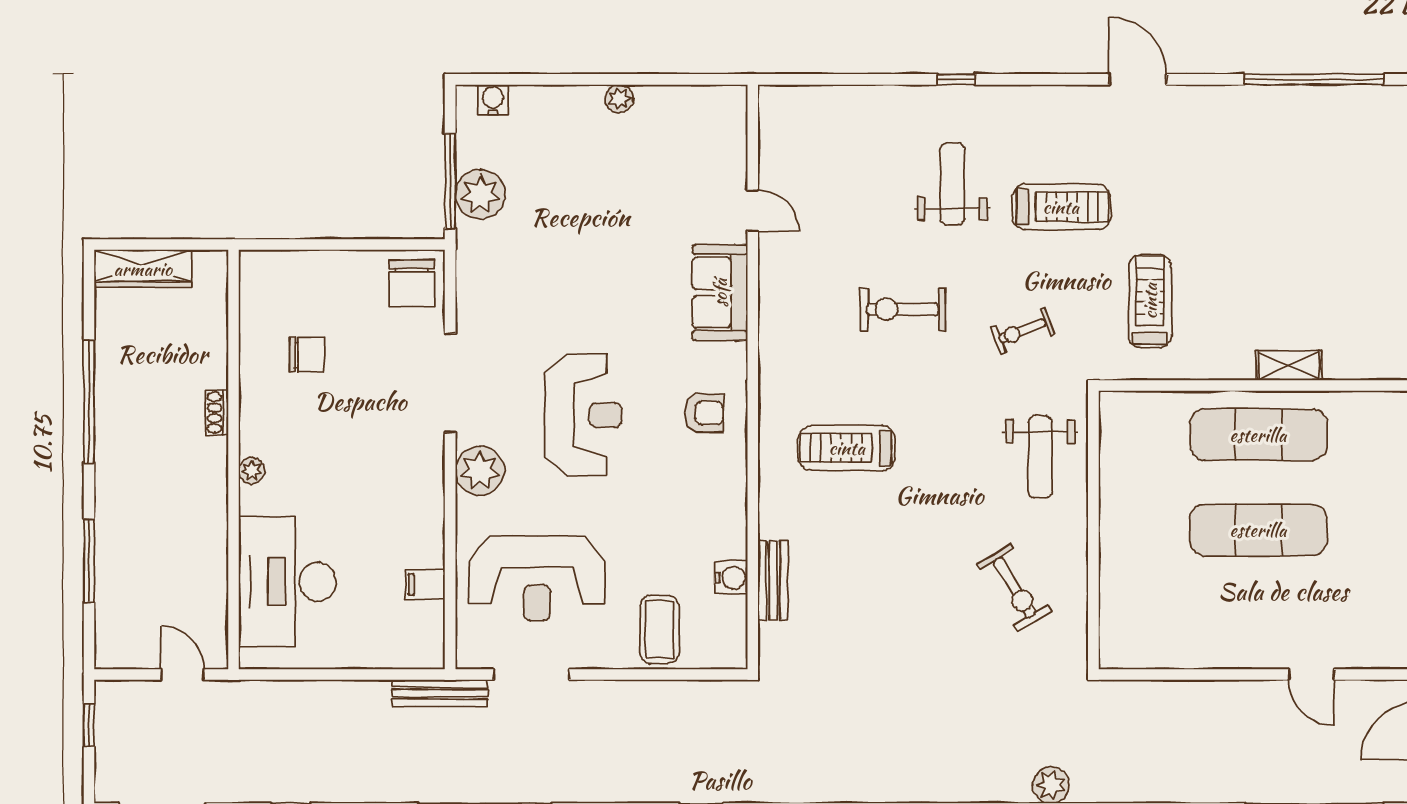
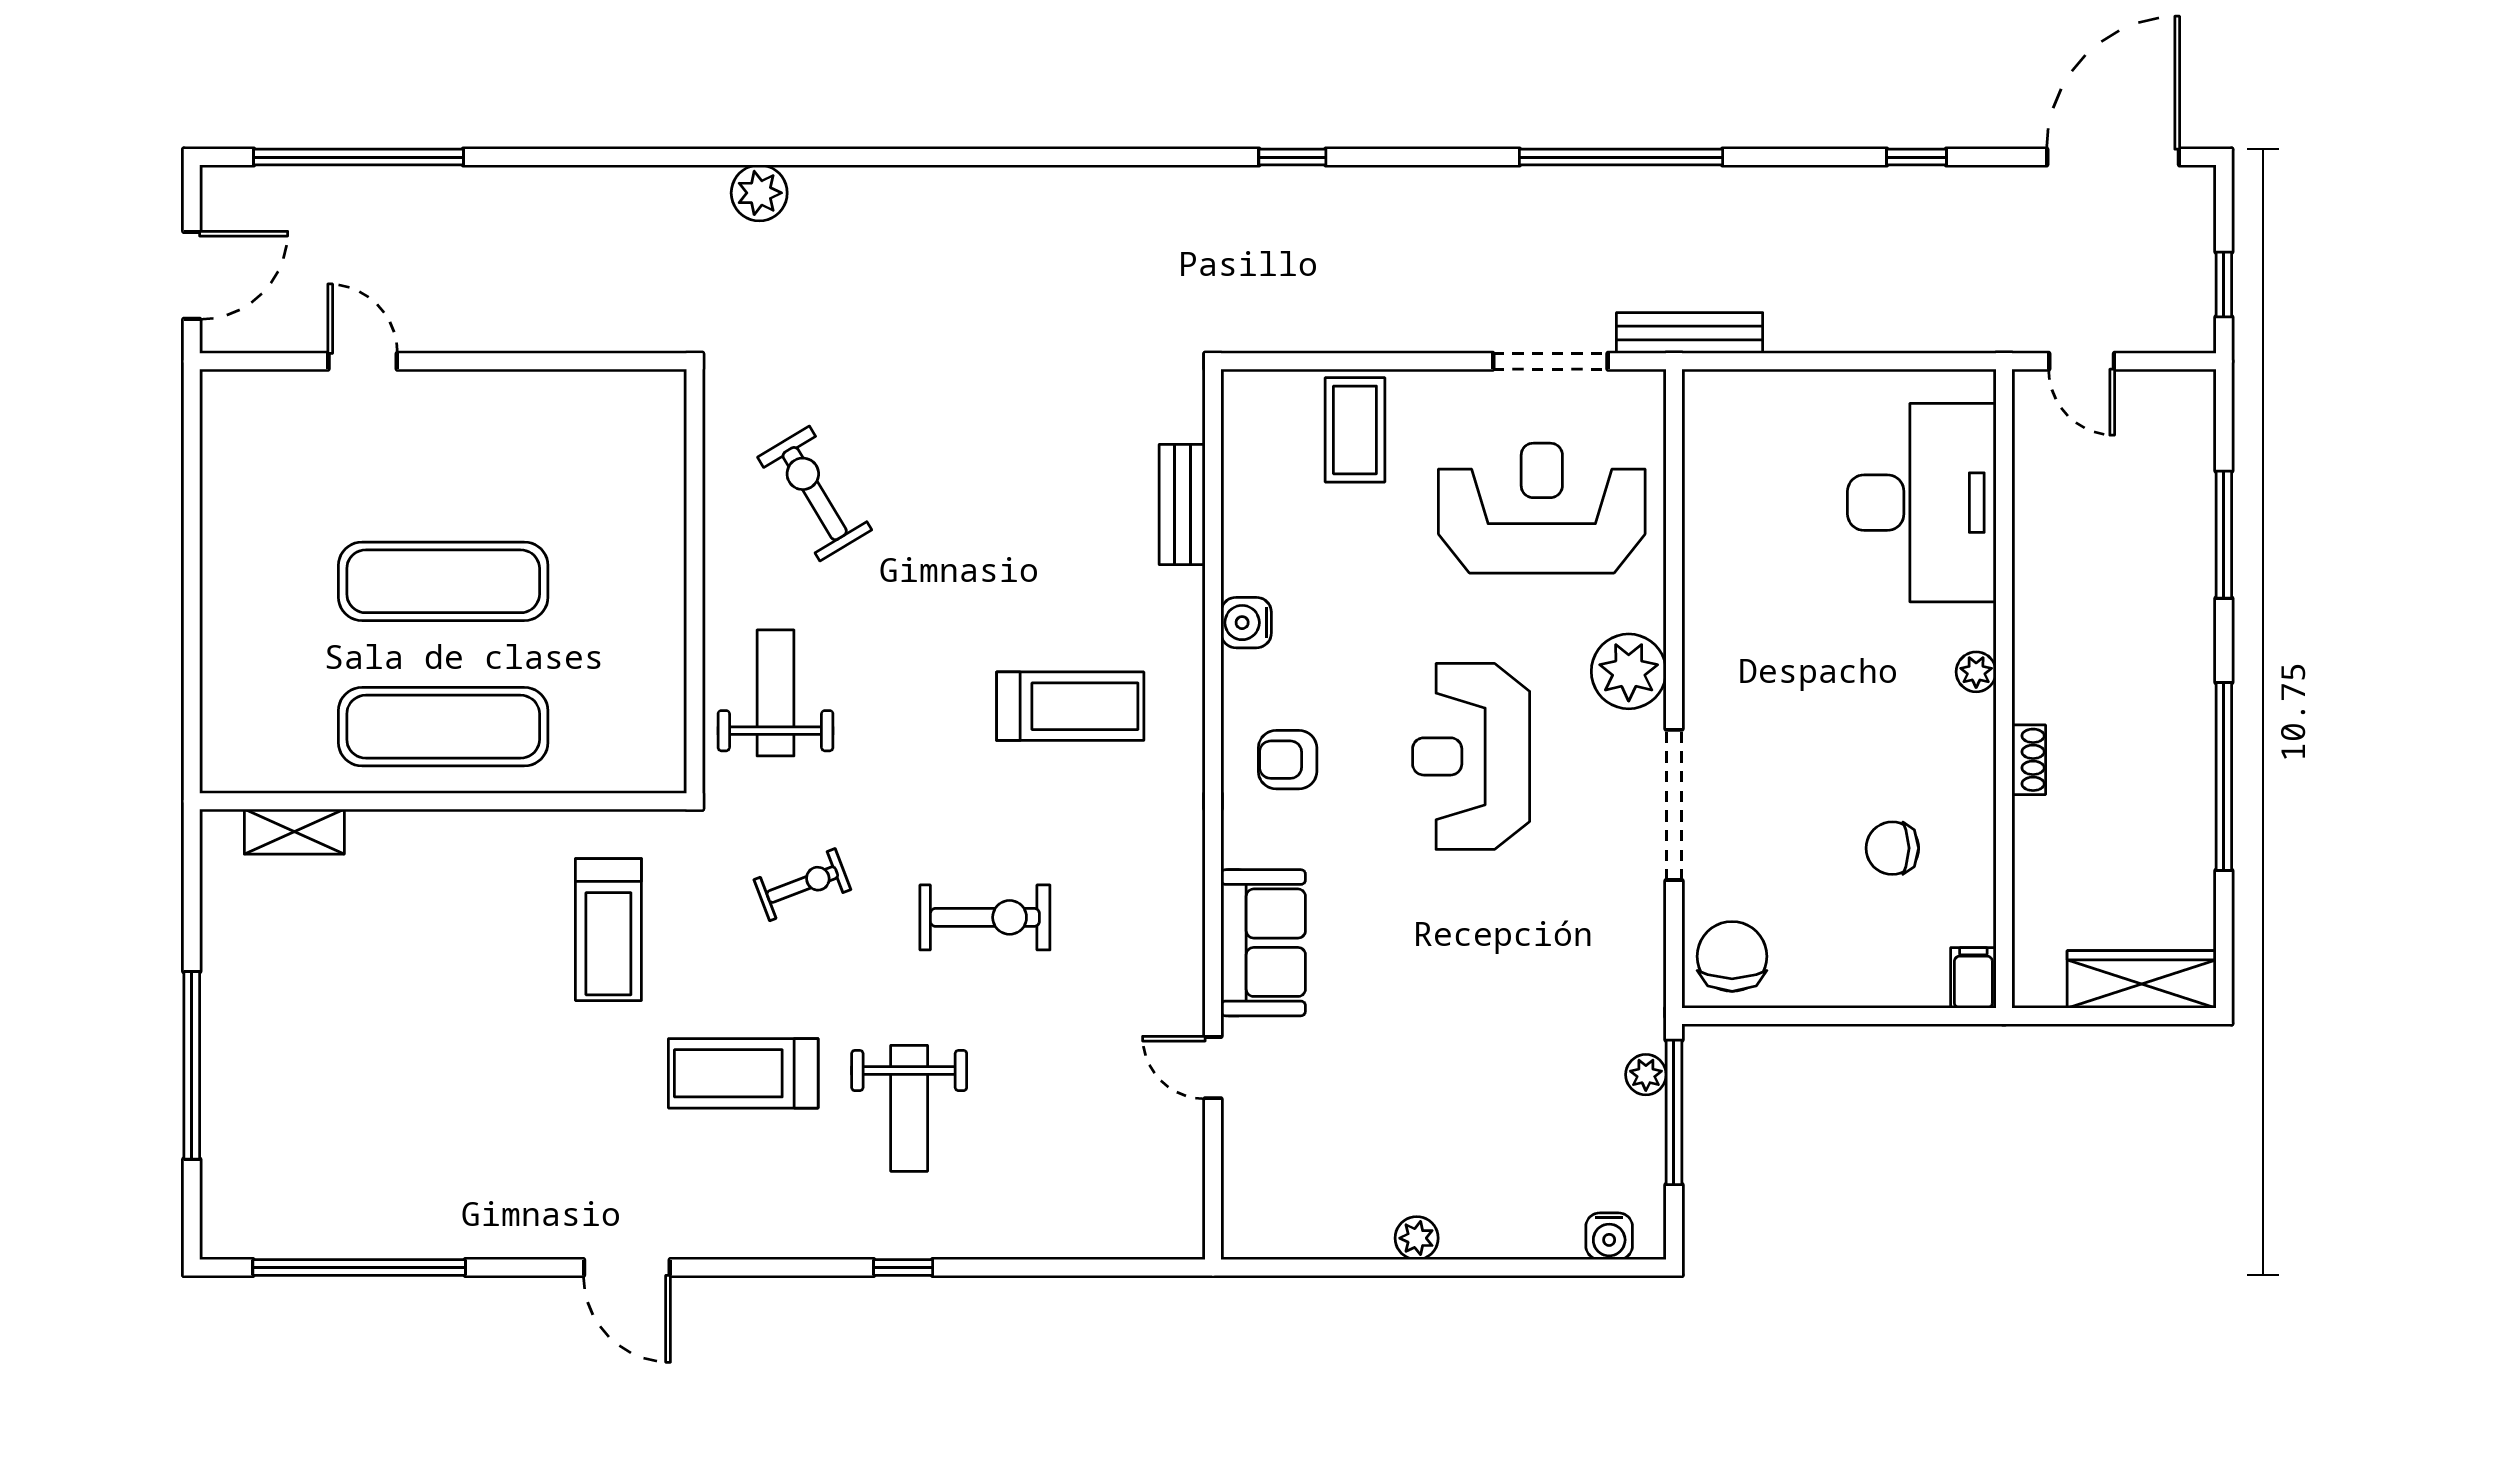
plant: (480, 194) -> (1646, 1075), width x0.53, depth x0.53
shelving: (1289, 366) -> (294, 832), moved
water cooler: (731, 578) -> (1246, 623), moved
filing cabinet: (425, 584) -> (1973, 978), moved, turned -90

